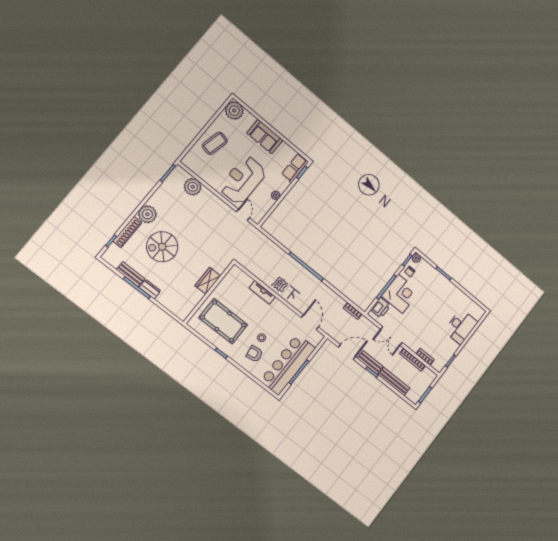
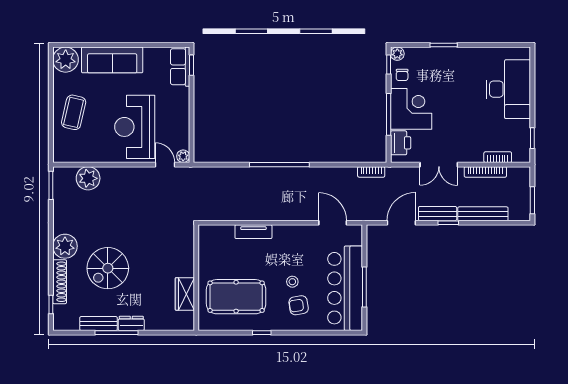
sofa: (265, 137) -> (112, 60), width x1.36
plant: (276, 195) -> (183, 156), moved
wardrobe: (208, 281) -> (185, 294), moved
desk: (461, 327) -> (508, 89), width x1.36, depth x1.30

